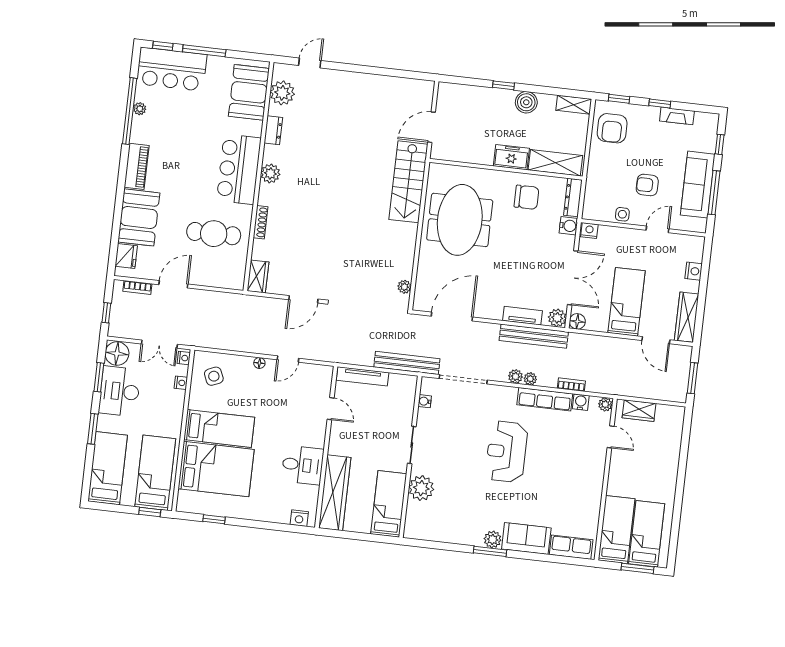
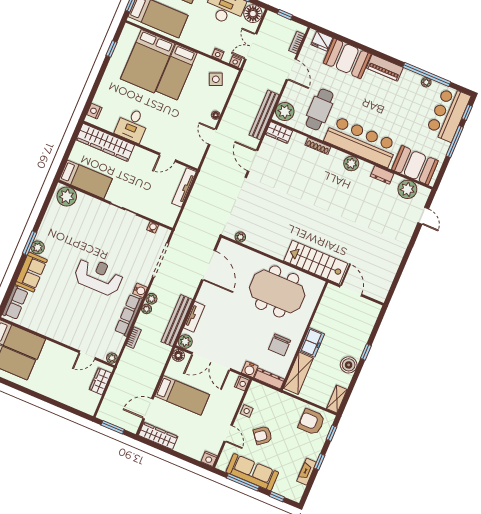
bar counter: (239, 169) -> (361, 141), width x1.36
armchair: (647, 185) -> (263, 435), turned -128
nightstand: (694, 271) -> (209, 459), moved
plant: (229, 277) -> (285, 112), added
bench: (407, 363) -> (264, 115), moved
water cooler: (581, 402) -> (140, 290), moved
plant: (421, 488) -> (67, 196), moved

